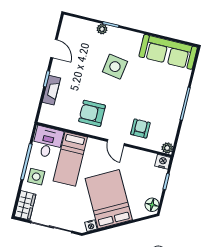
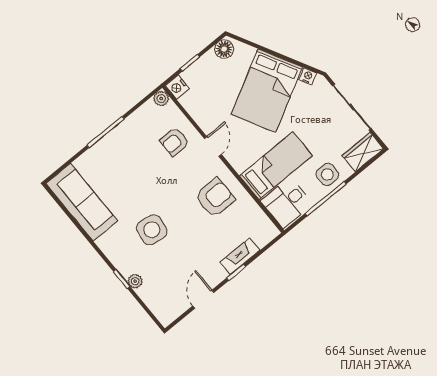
armchair: (92, 113) -> (215, 198), turned -90

